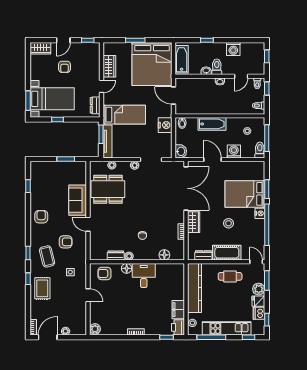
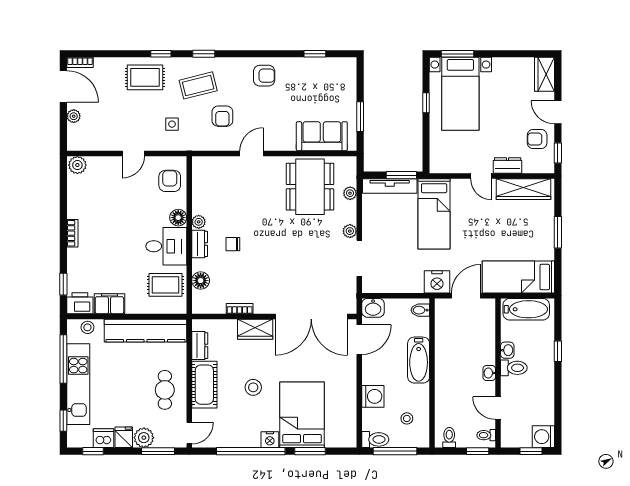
washing machine: (233, 49) -> (543, 437), moved
bed: (152, 64) -> (518, 277), width x0.49
wardrobe: (109, 66) -> (524, 189), width x1.50
armchair: (64, 67) -> (537, 139), moved
dresser: (95, 105) -> (508, 165), moved
nightstand: (165, 125) -> (437, 282), moved
door: (212, 160) -> (359, 340), moved
sofa: (78, 200) -> (322, 136), moved
dresser: (116, 256) -> (200, 244), moved
rug: (167, 276) -> (166, 285), added

